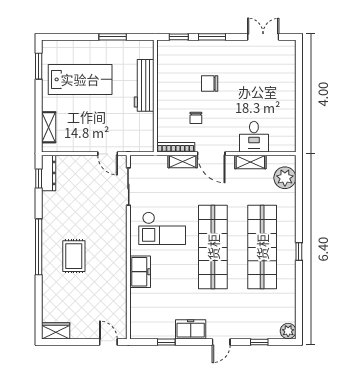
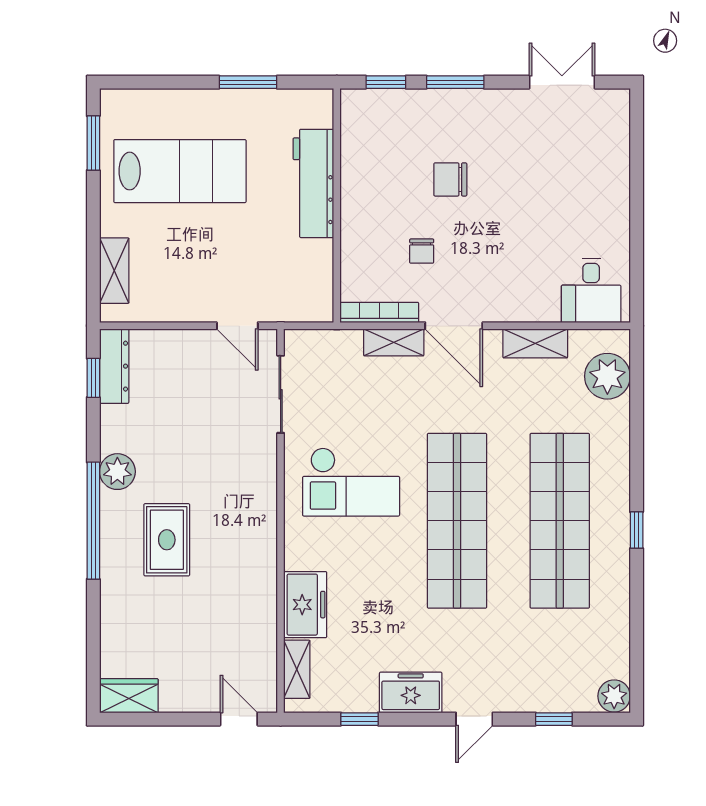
desk: (254, 137) -> (591, 290), moved
plant: (50, 223) -> (117, 472), added
freezer: (140, 272) -> (305, 605), moved
shelving: (136, 318) -> (297, 669), added

